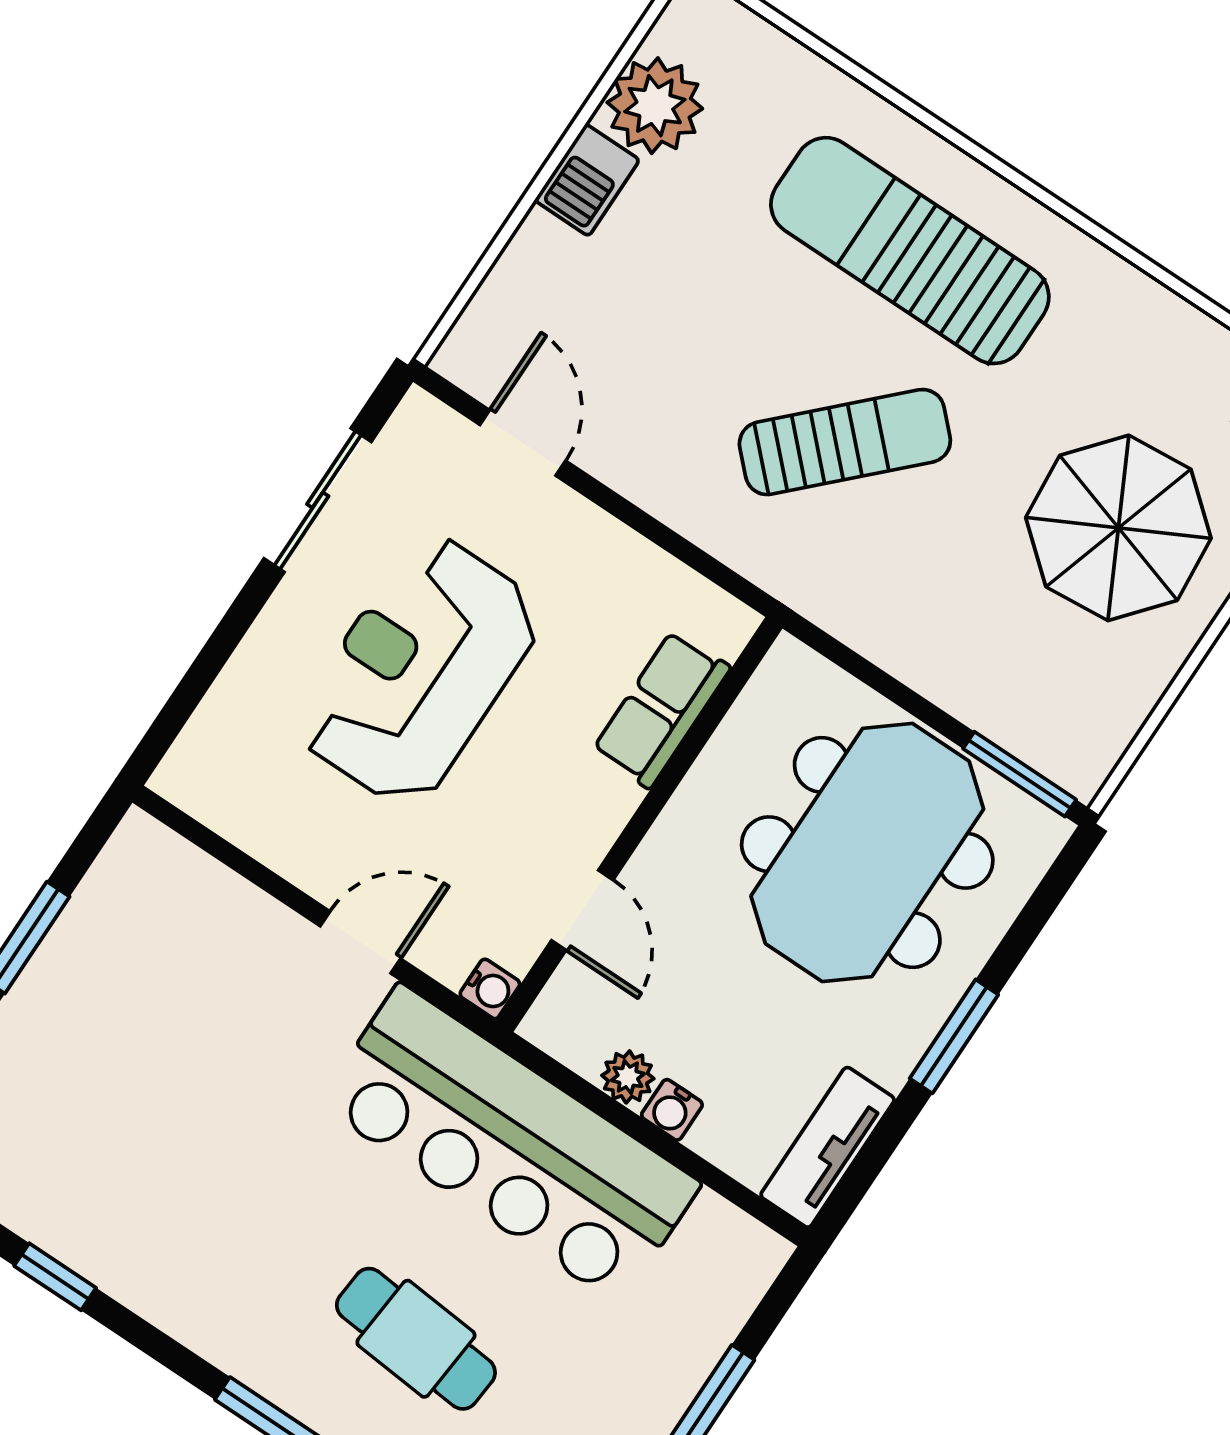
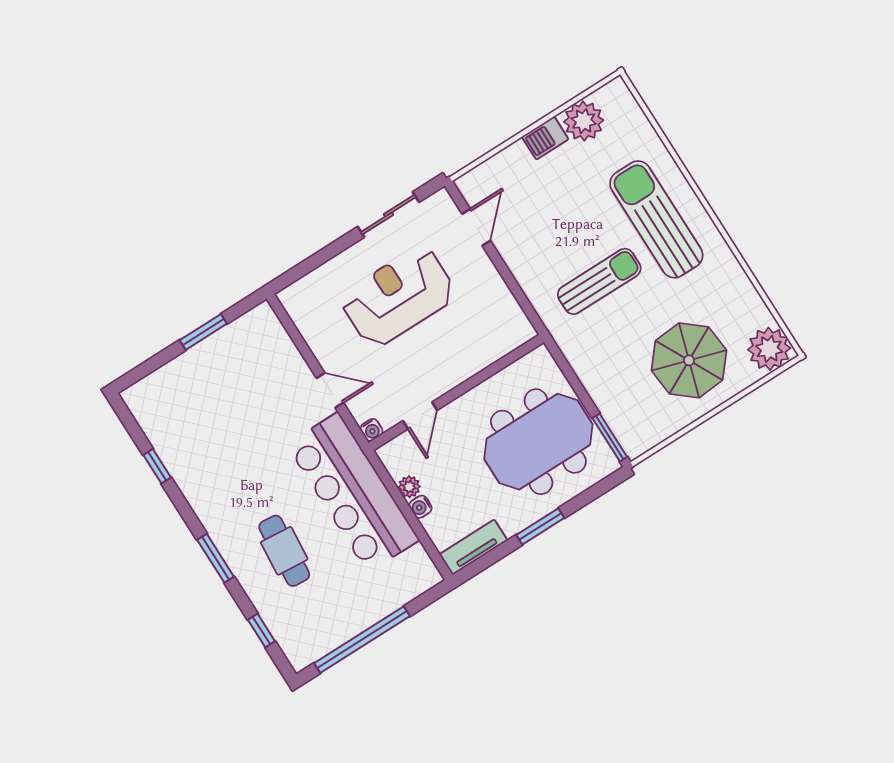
sun lounger: (845, 442) -> (599, 281), turned -45
row of seats: (661, 709) -> (484, 352), removed

